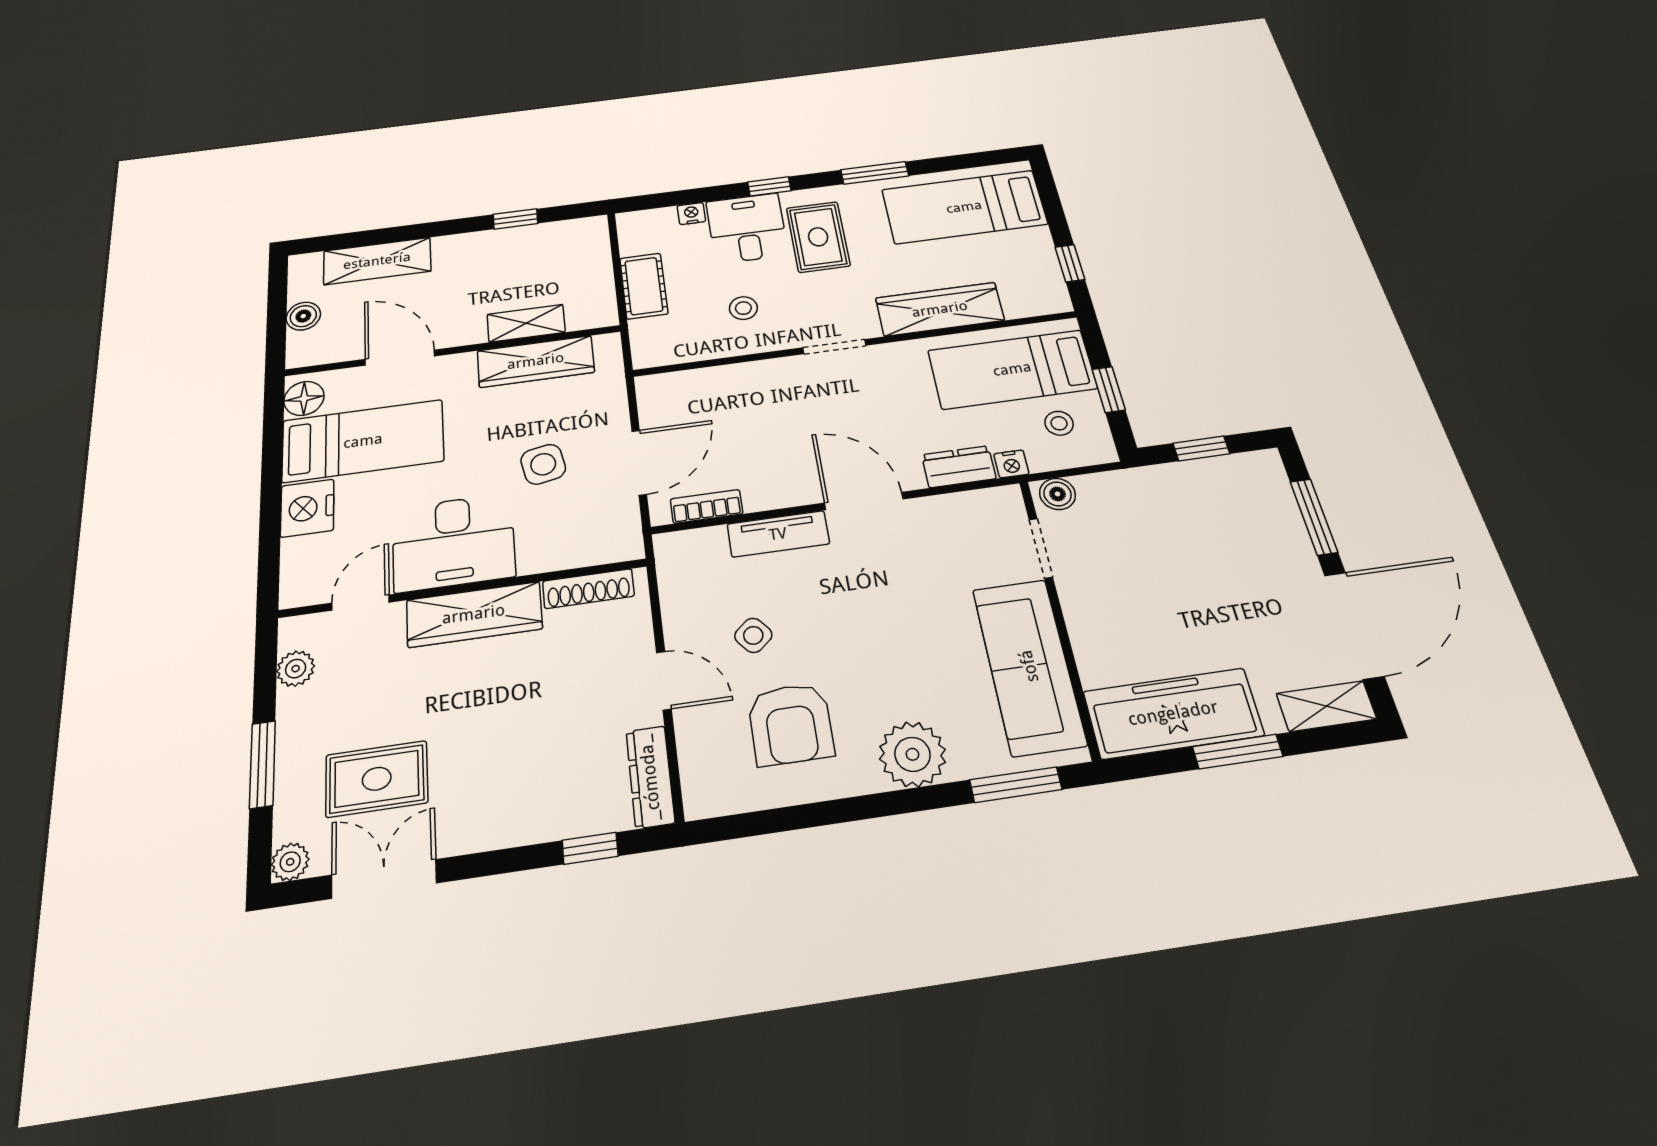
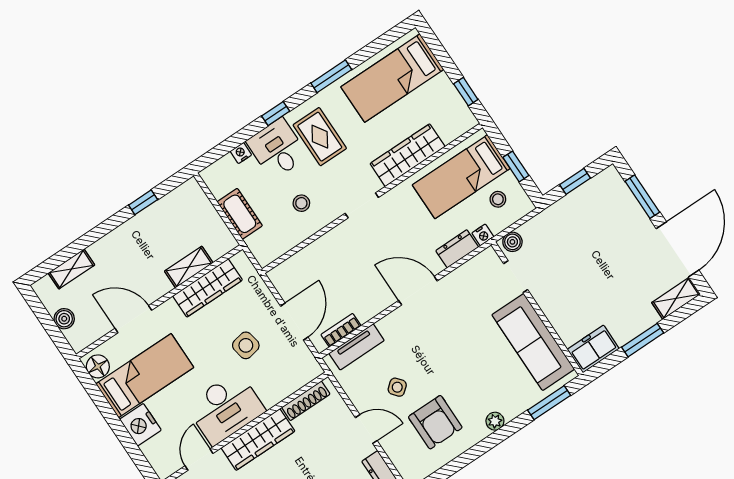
shelving: (377, 261) -> (71, 269), width x0.67, depth x0.75
tv unit: (778, 534) -> (357, 347), moved
freezer: (1173, 713) -> (593, 349), width x0.52, depth x0.79
plant: (912, 754) -> (495, 421), width x0.53, depth x0.53

